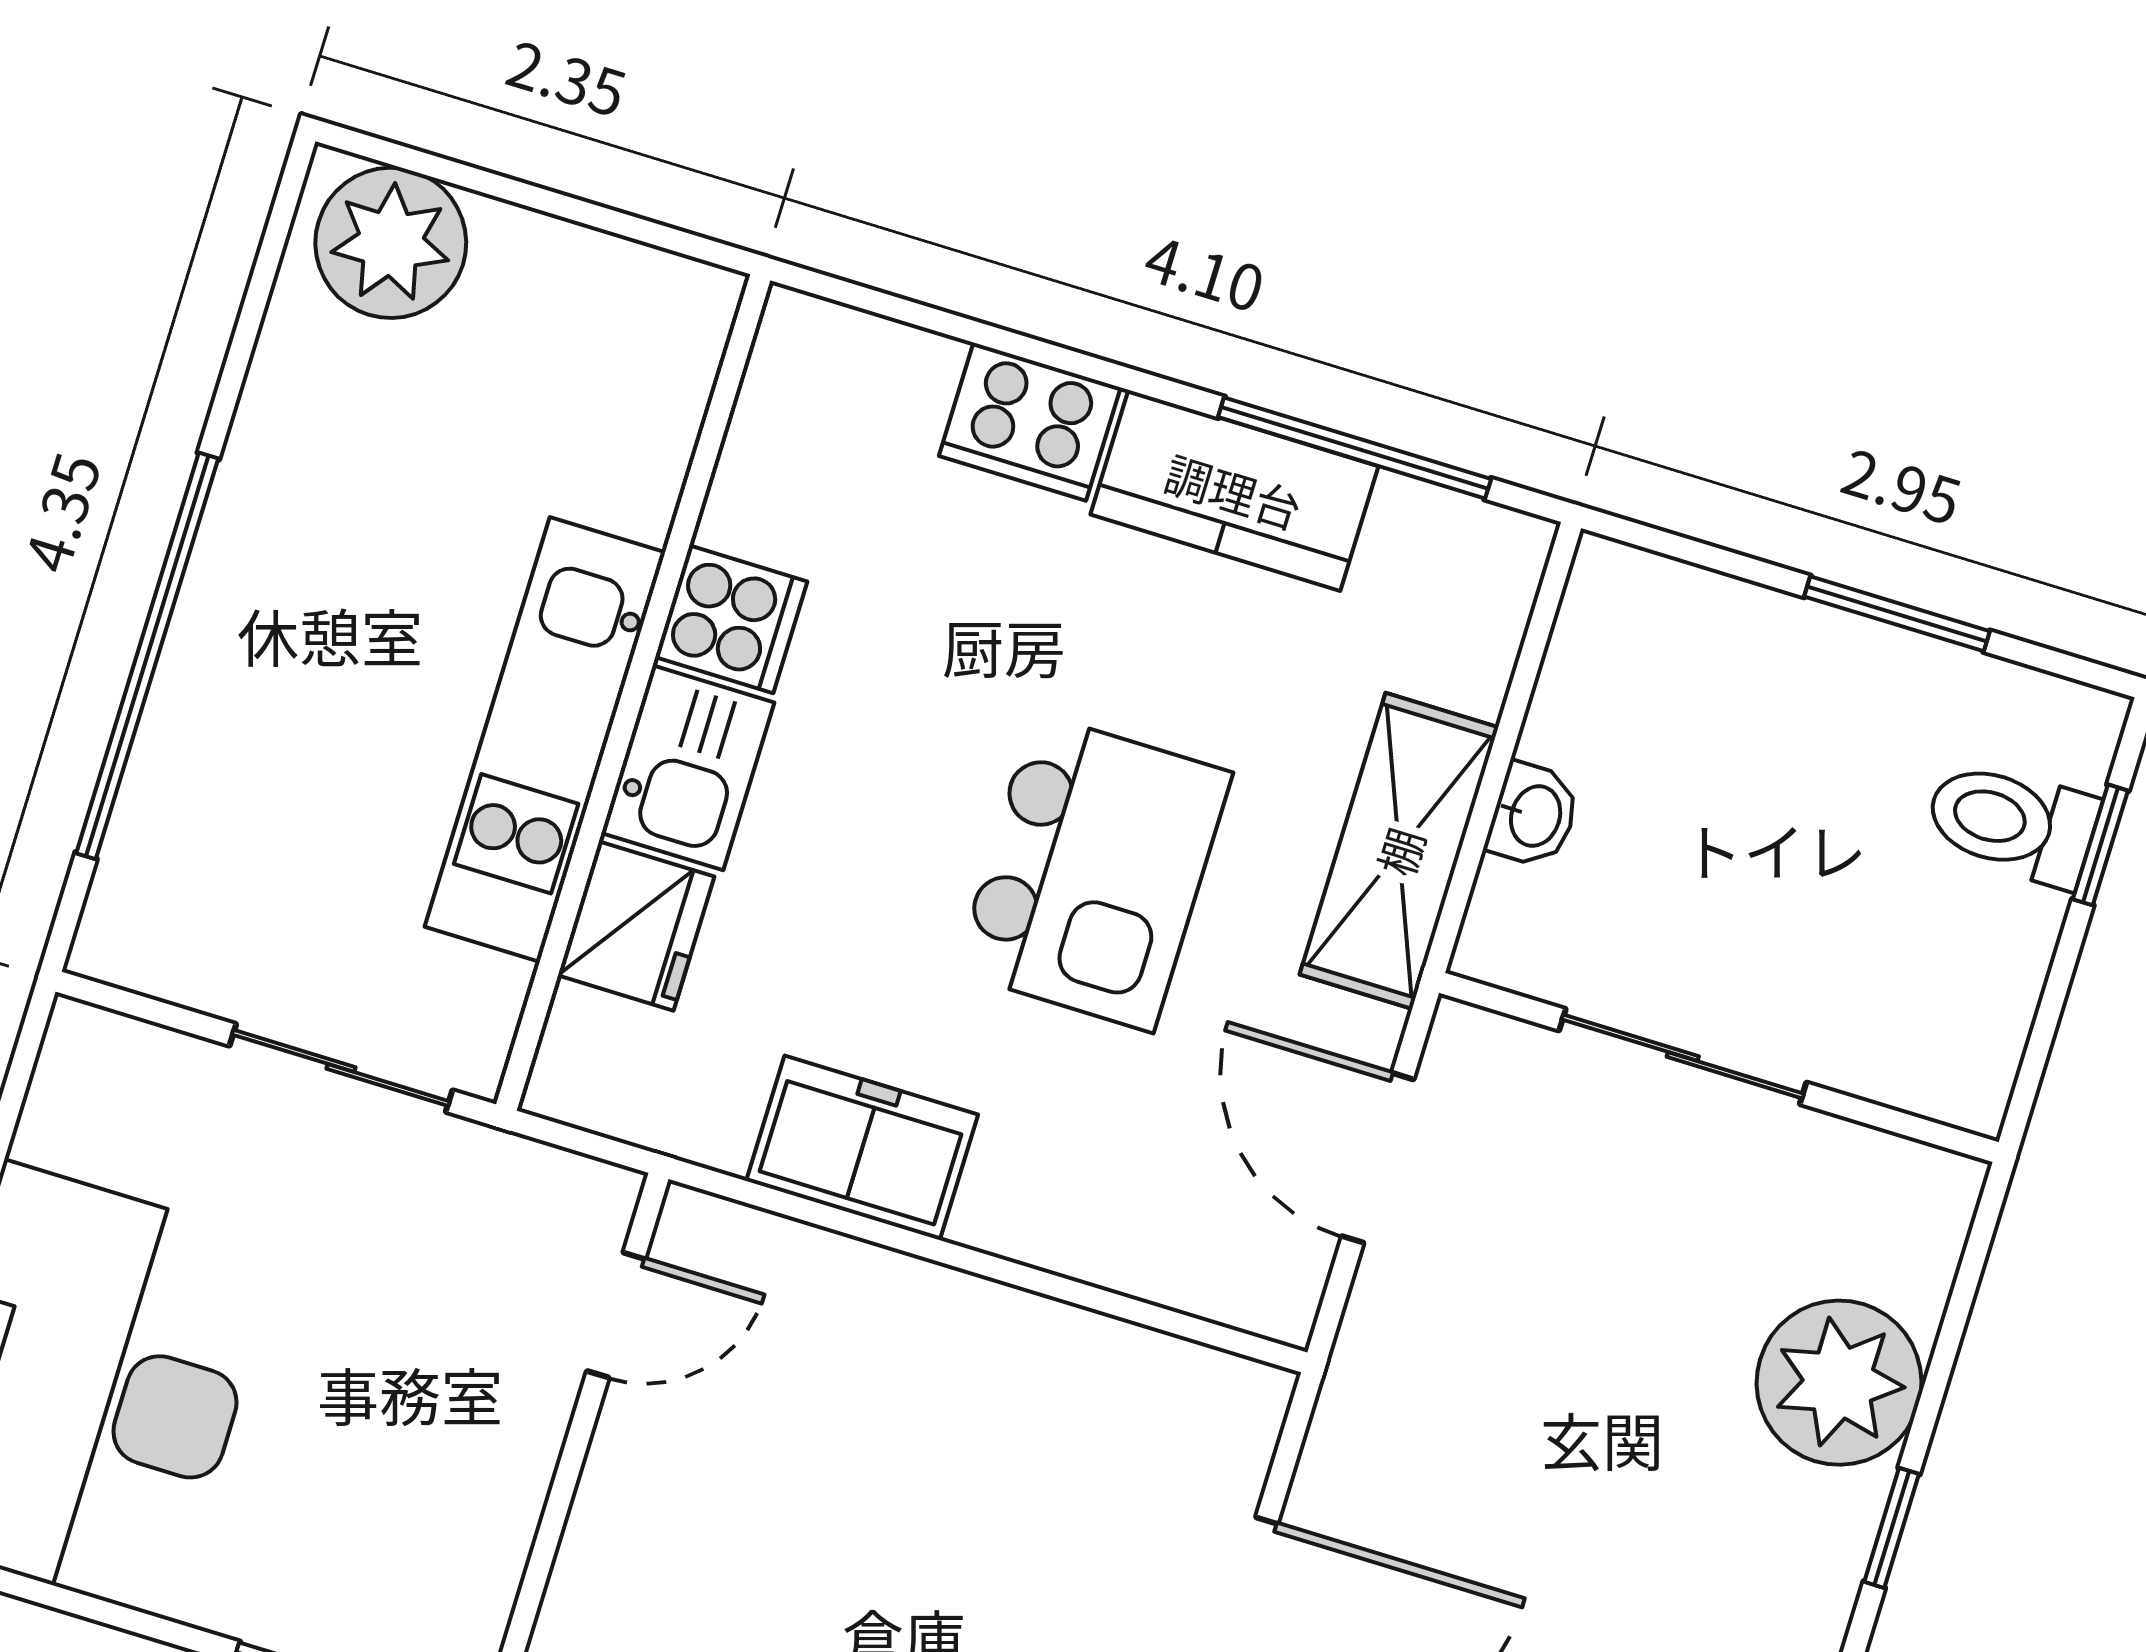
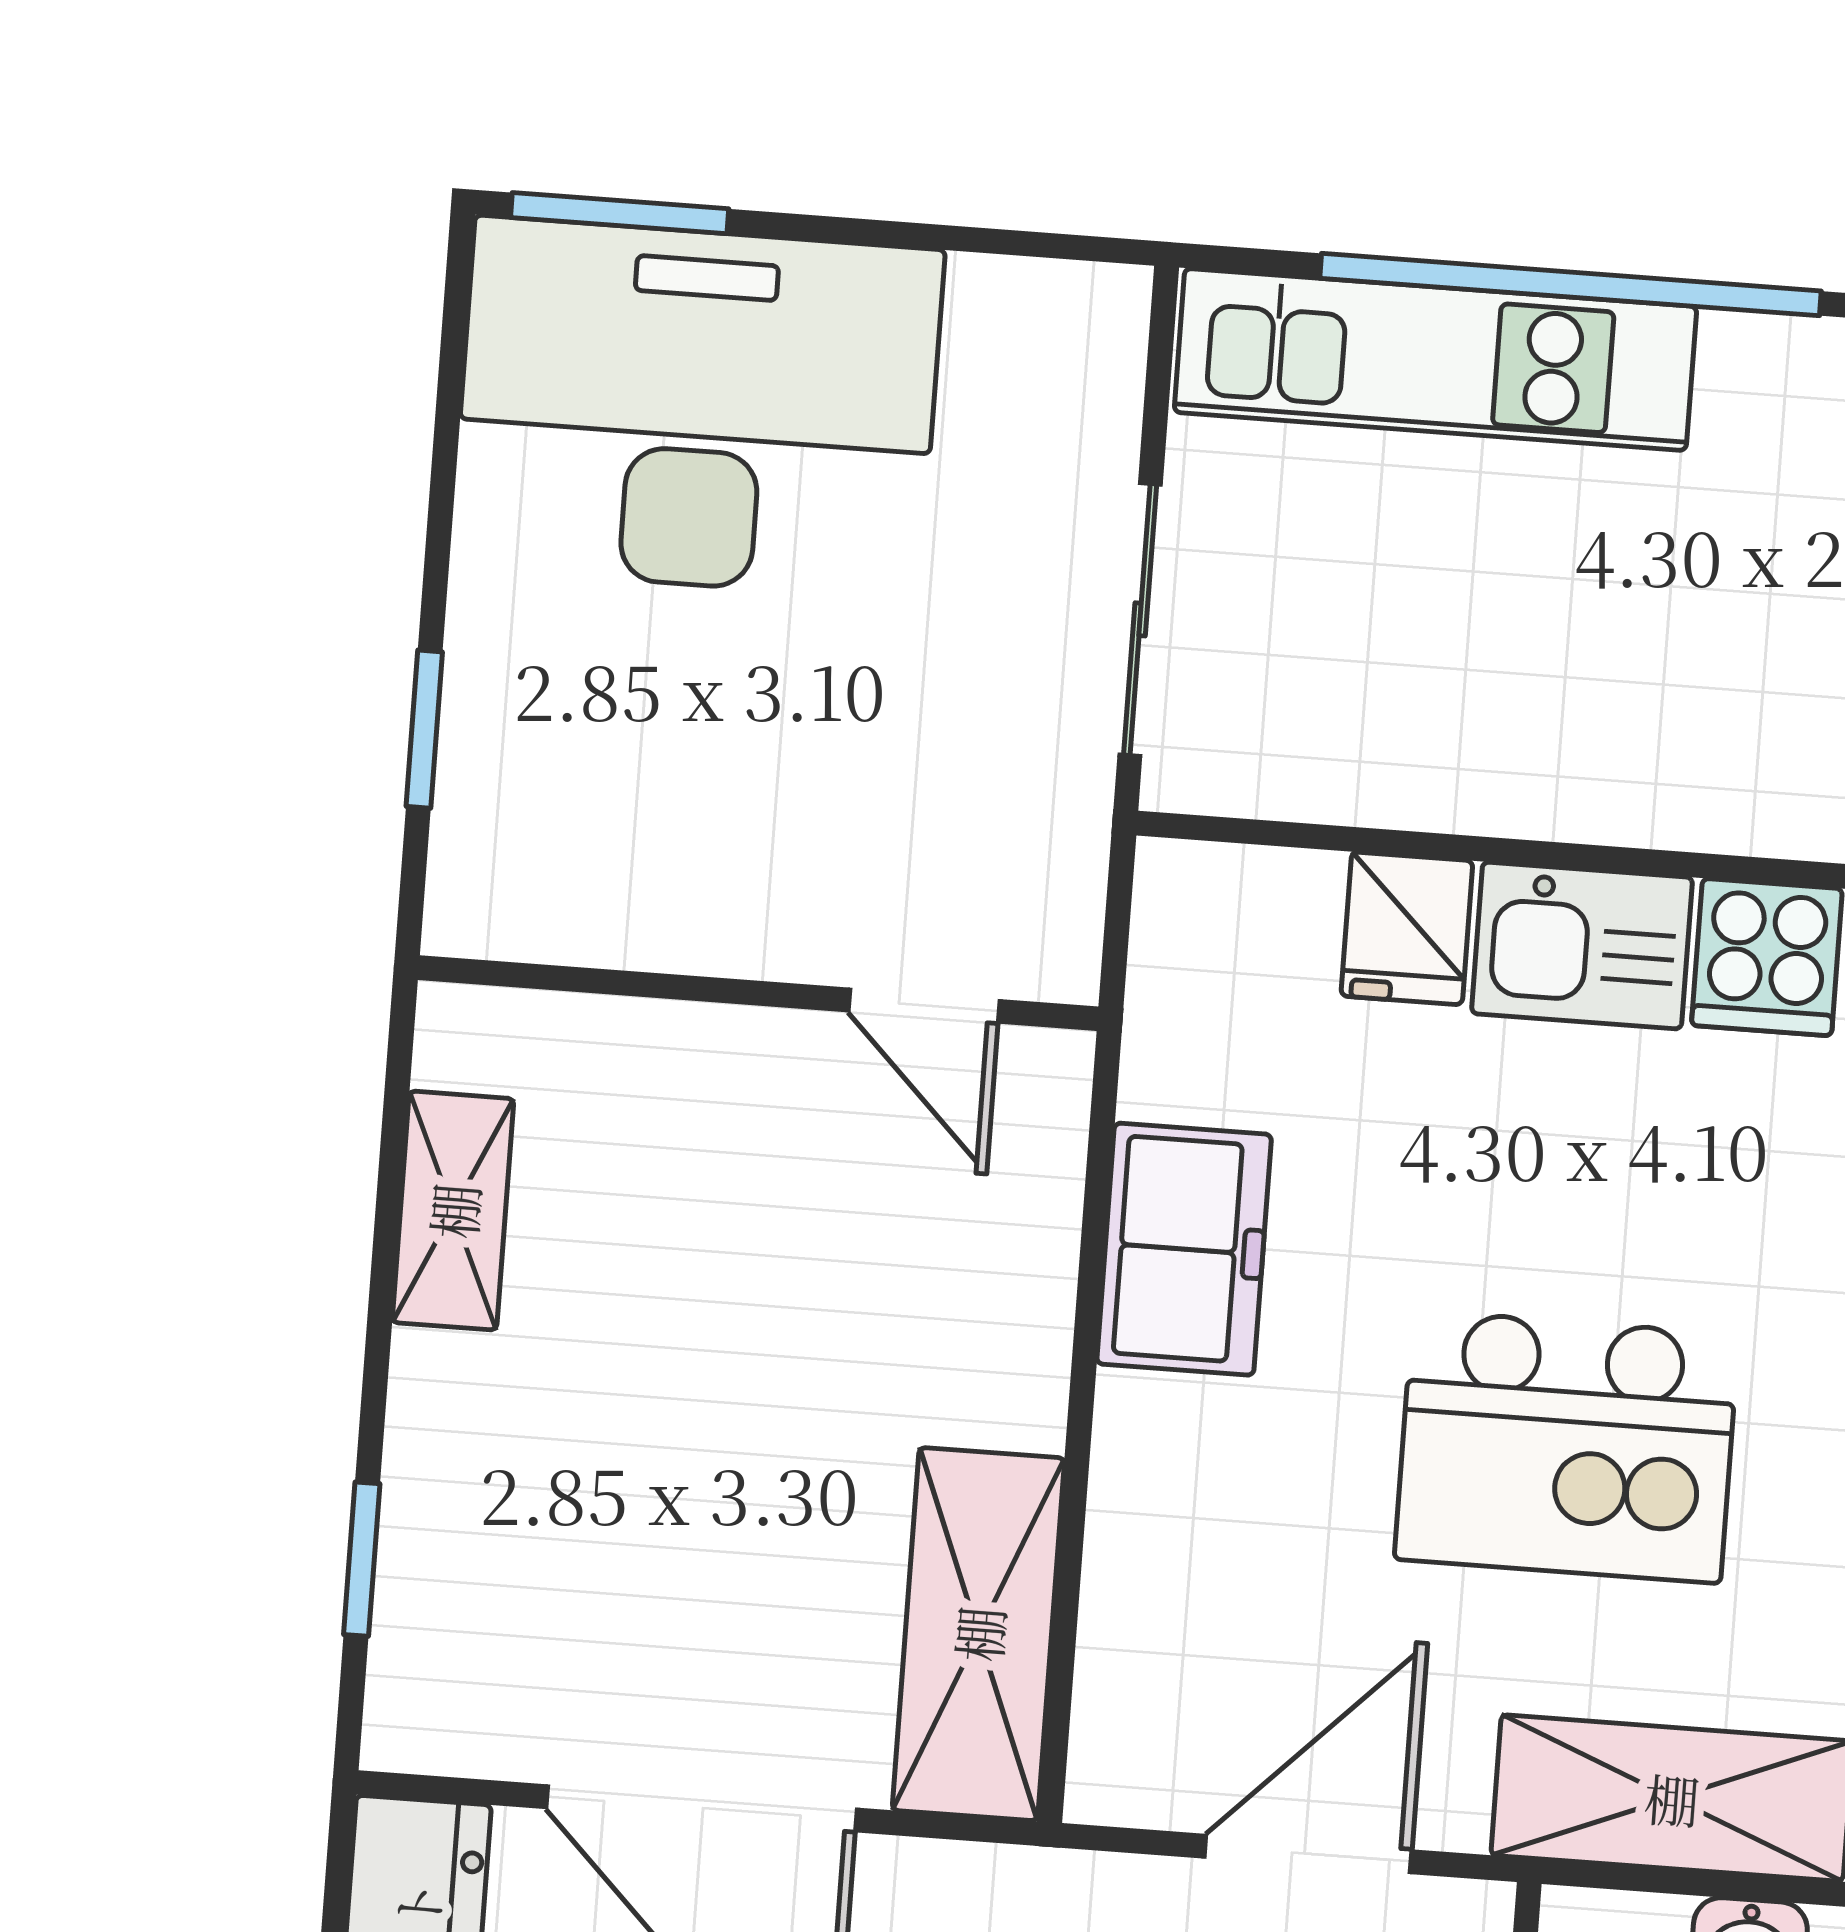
kitchen unit: (545, 739) -> (1435, 359), moved, turned 180
fridge: (636, 926) -> (1407, 928), width x0.72
shelving: (1138, 1386) -> (978, 1634), added

